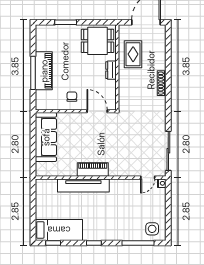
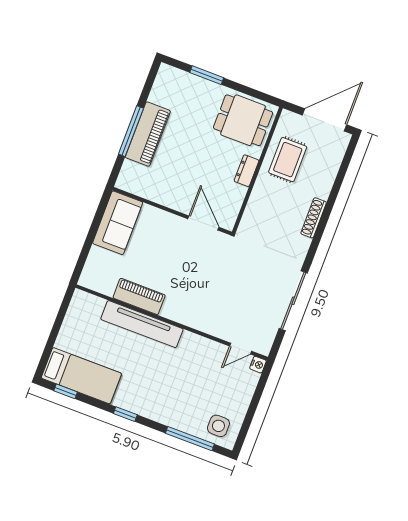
chair: (72, 97) -> (174, 188), removed
sofa: (46, 137) -> (118, 223), width x0.73
sliding door: (168, 151) -> (293, 301), moved
piano: (93, 170) -> (139, 296), moved

